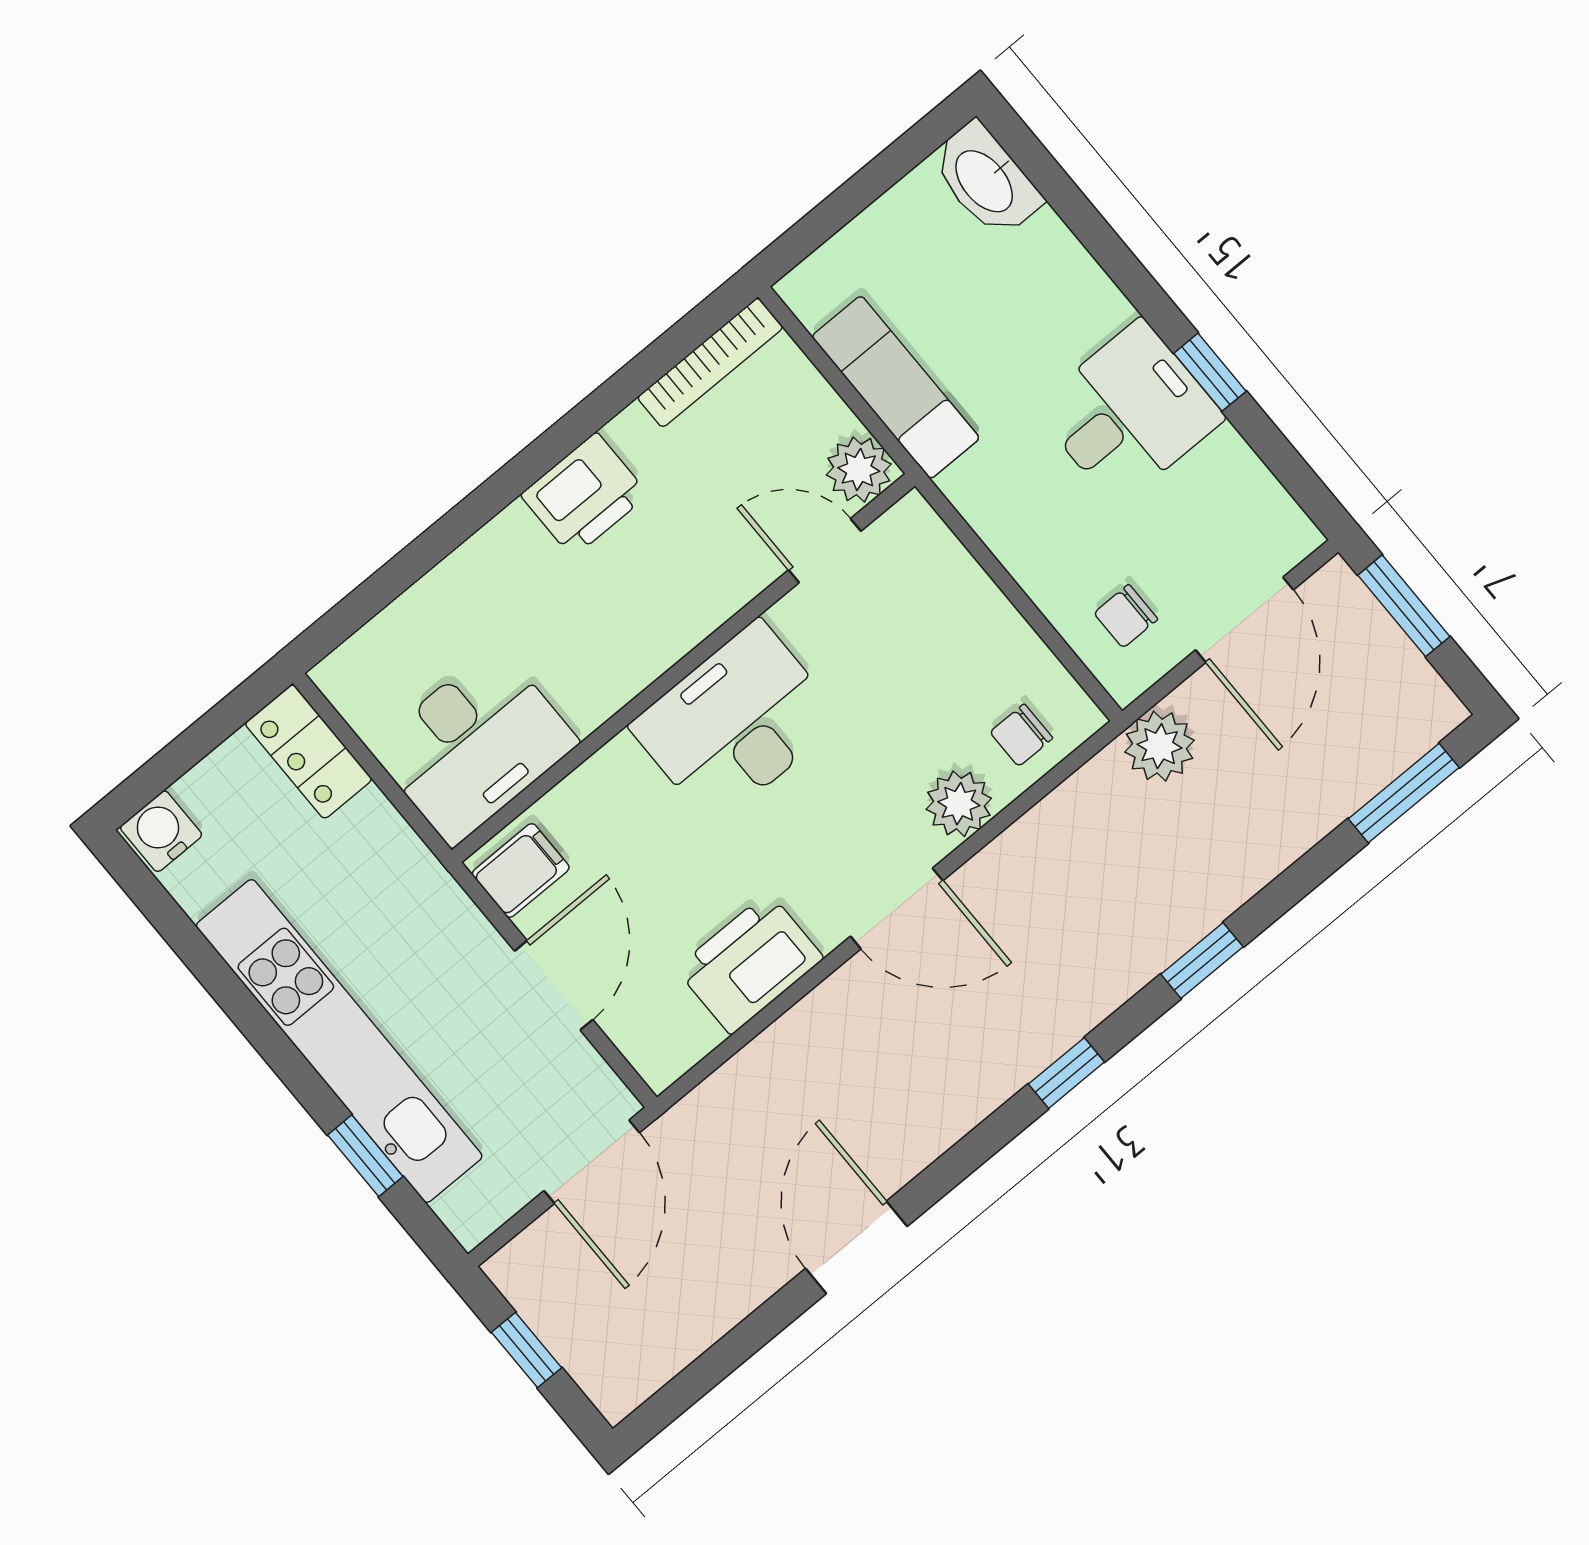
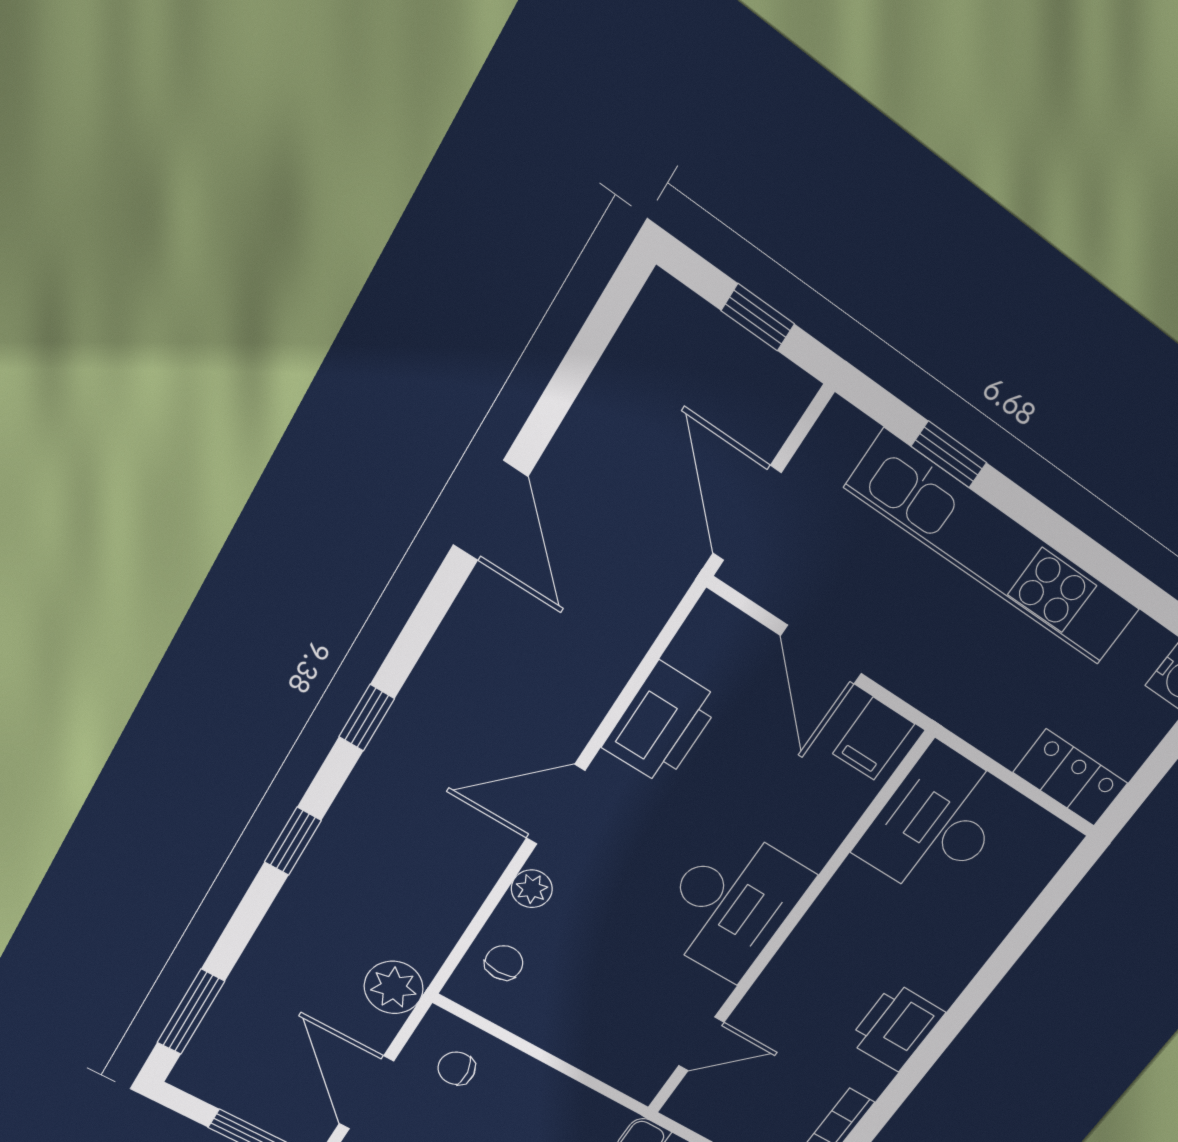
plant: (859, 469) -> (694, 1105), removed
chair: (1126, 616) -> (457, 1068), turned -98
plant: (959, 804) -> (532, 889), width x0.73, depth x0.73

